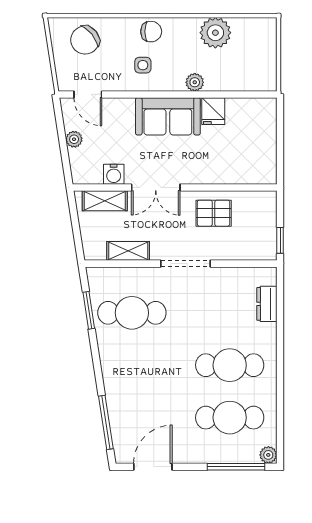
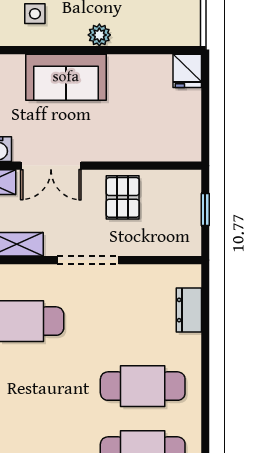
fridge: (213, 111) -> (187, 71), moved
pallet: (214, 213) -> (123, 197), turned 90
window: (280, 240) -> (205, 210), moved

